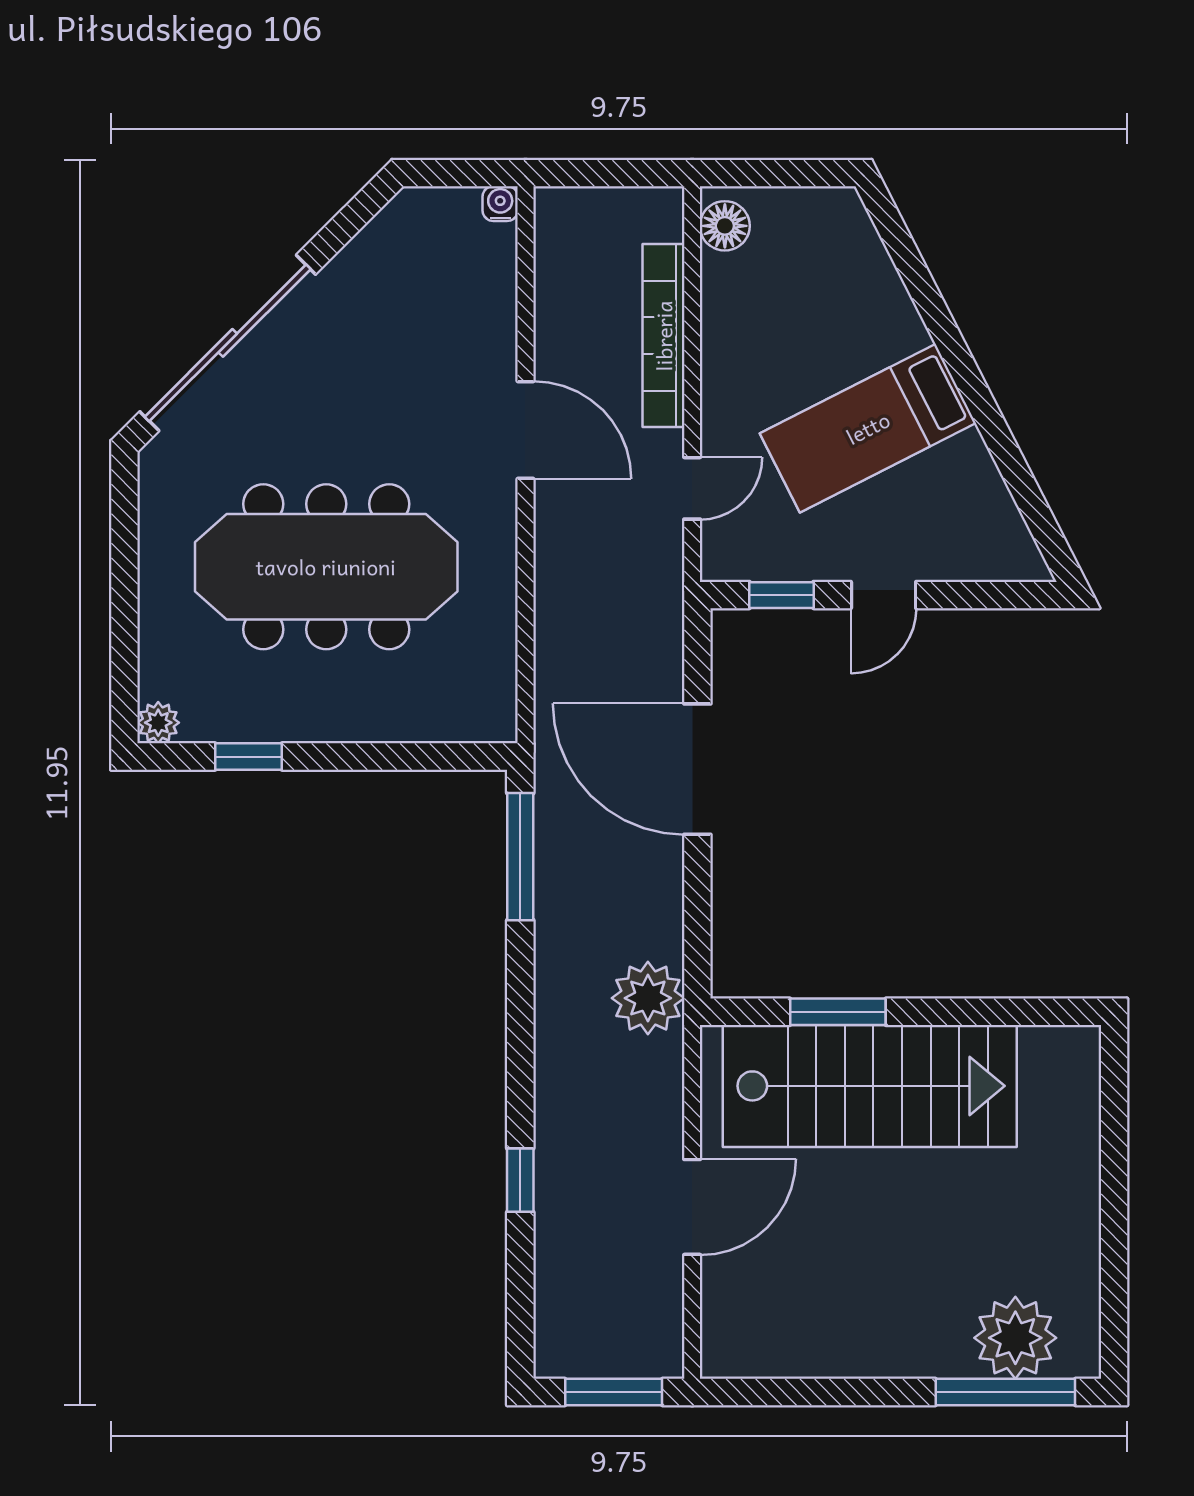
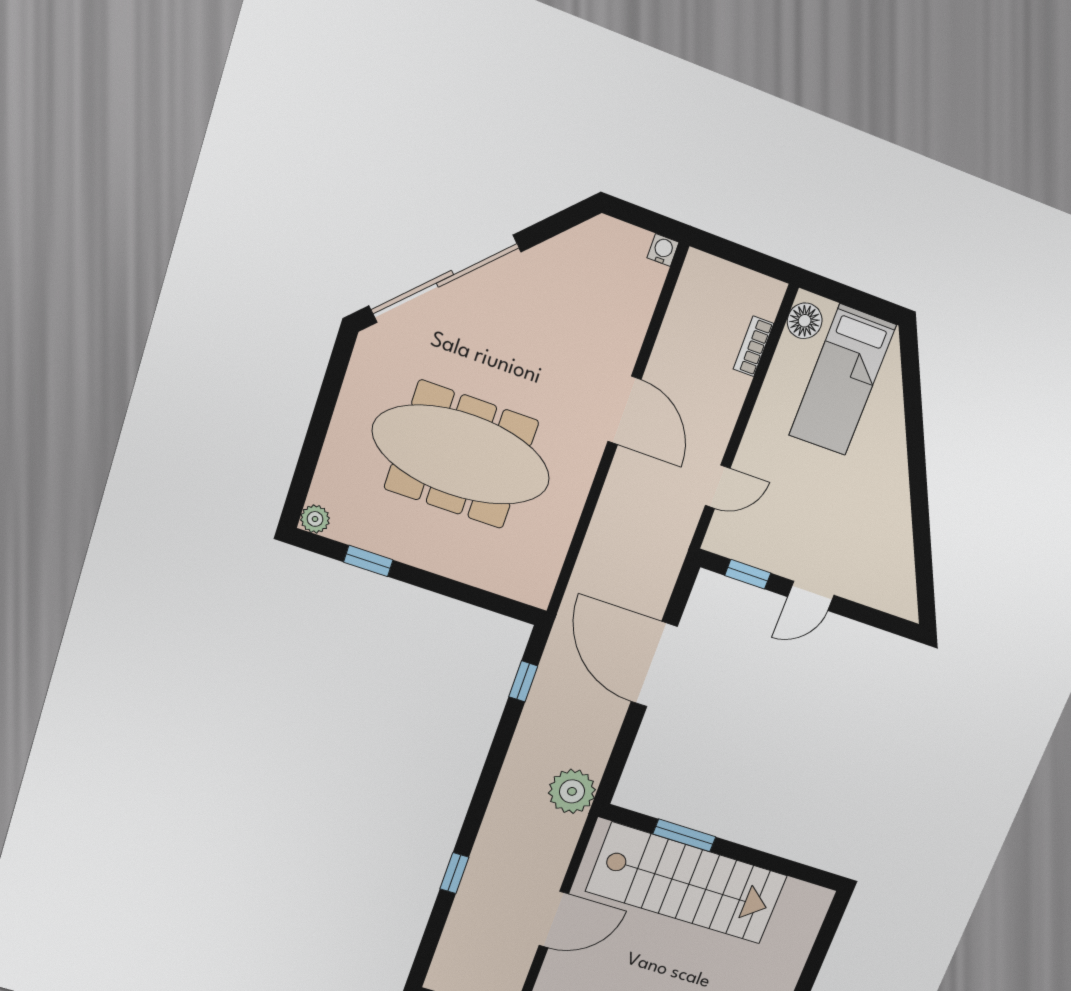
bookcase: (664, 336) -> (753, 346), width x0.43, depth x0.76
bed: (868, 428) -> (842, 380), moved, turned -63
window: (520, 857) -> (523, 681), width x0.46

